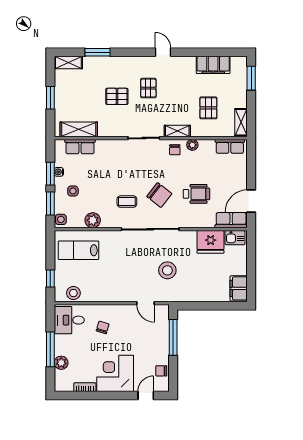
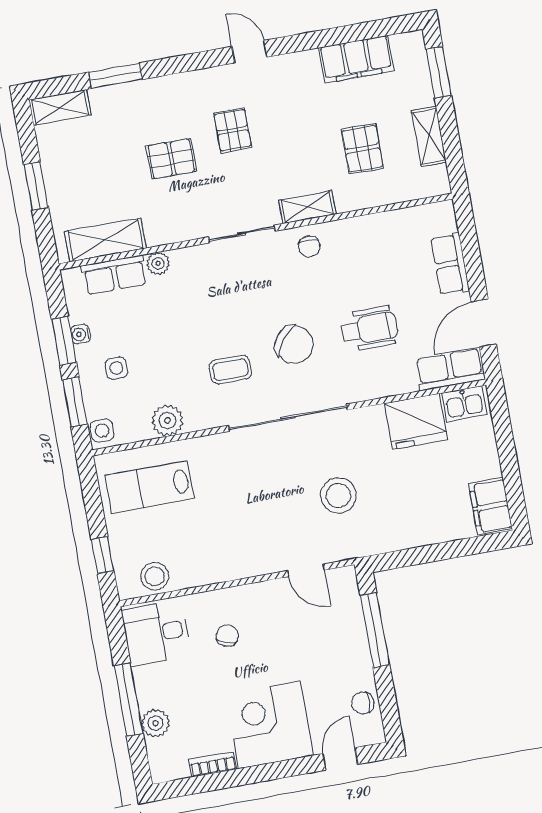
shelving: (241, 122) -> (429, 136), moved
plant: (192, 145) -> (158, 263), moved
row of seats: (230, 146) -> (450, 264), moved, turned 90

